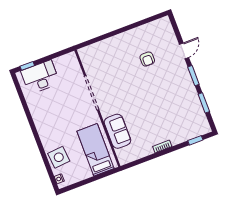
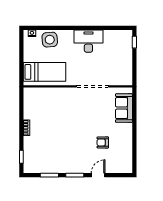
door: (184, 51) -> (98, 175), swing flipped
desk: (40, 77) -> (88, 41), moved, turned -90
sofa: (118, 131) -> (124, 108), moved, turned 90

